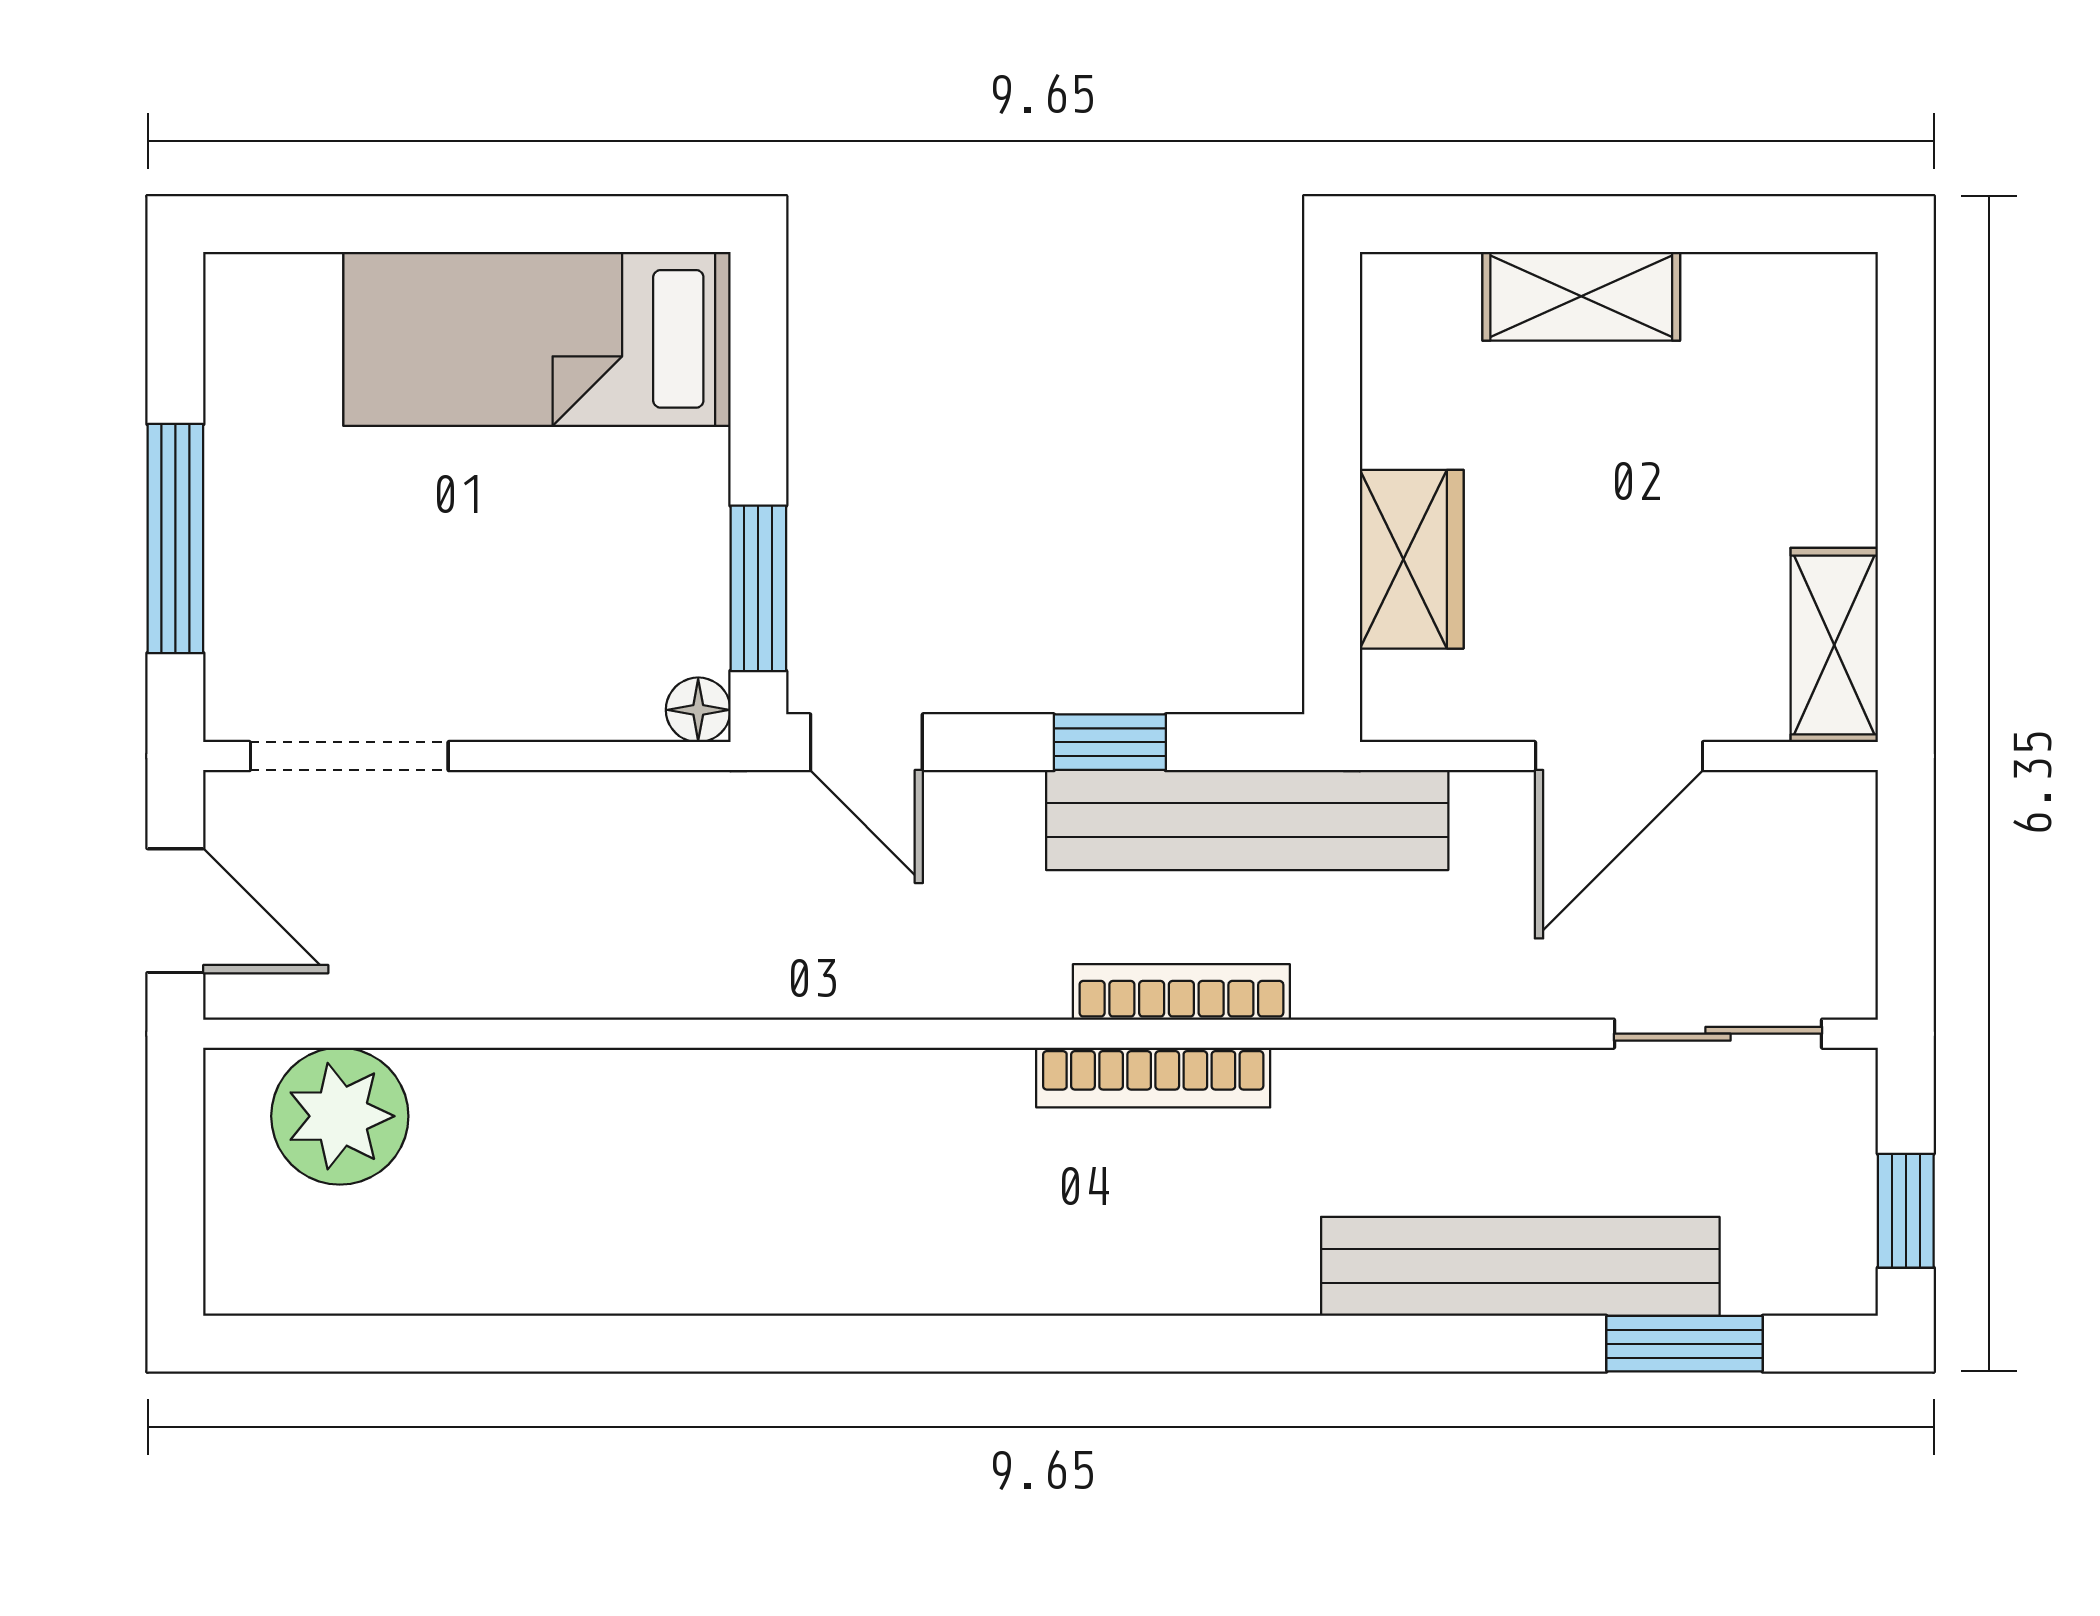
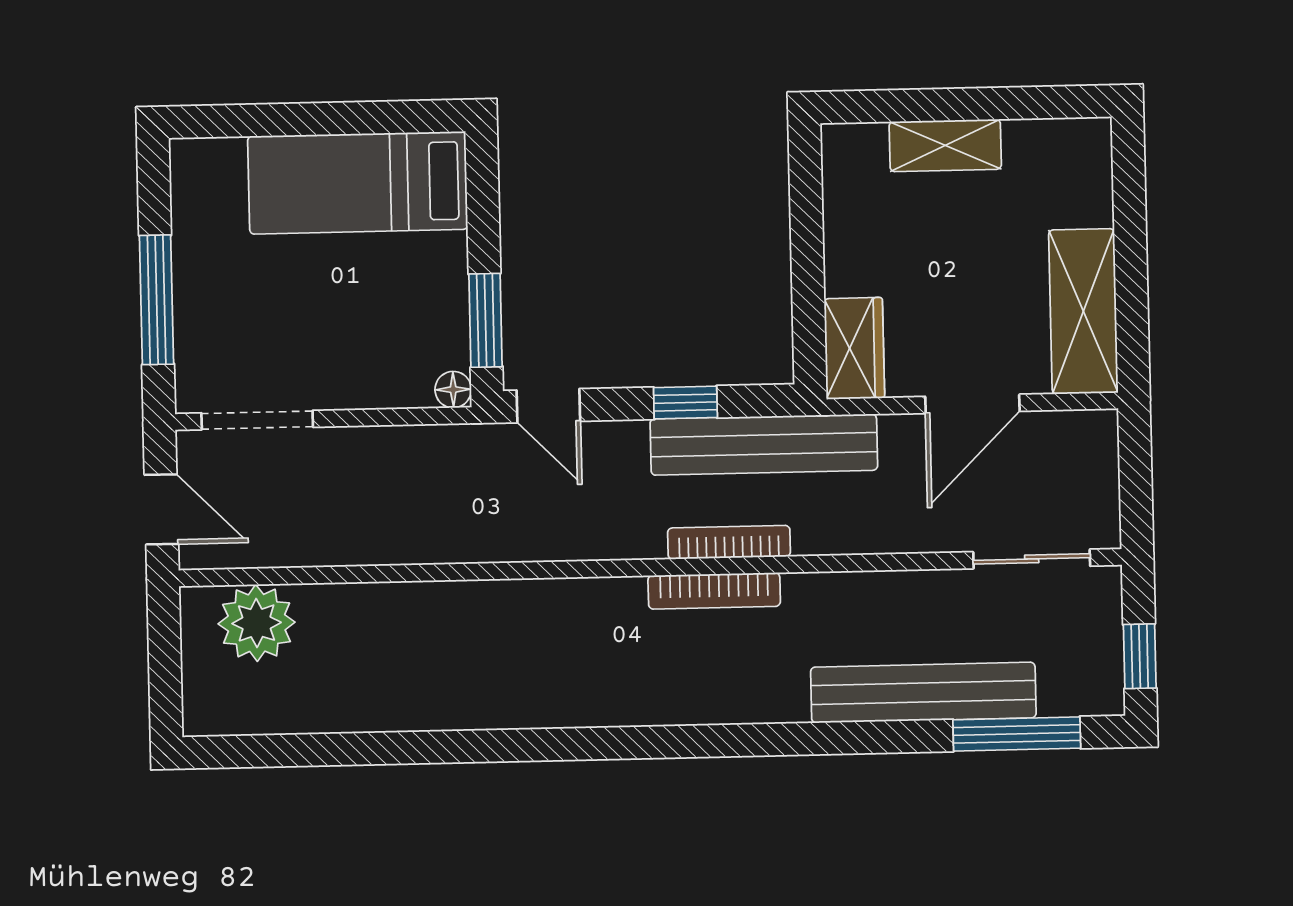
wardrobe: (1412, 559) -> (854, 348), moved
shelving: (1834, 645) -> (1083, 311), width x1.50, depth x1.33
window: (1684, 1344) -> (1017, 734), width x1.44

